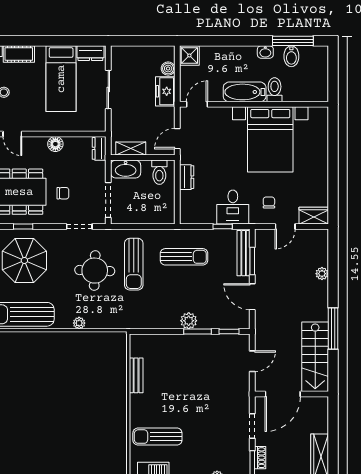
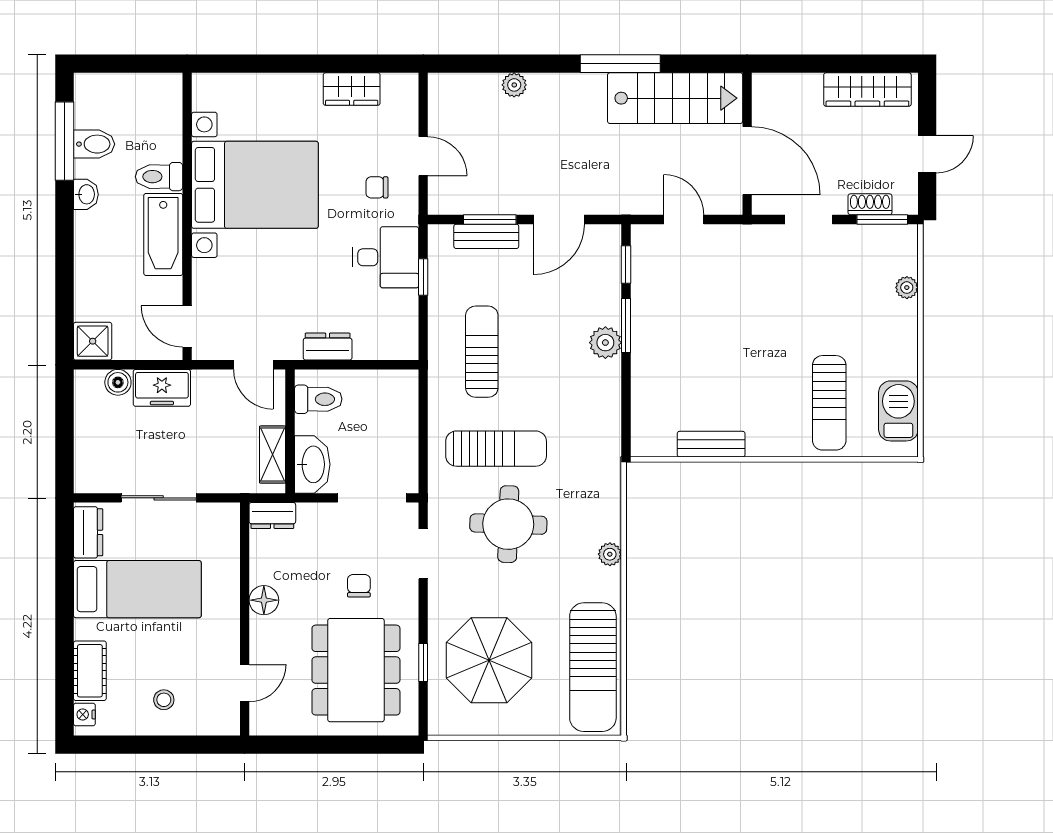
wardrobe: (314, 216) -> (352, 89), moved, turned -90
bench: (244, 253) -> (486, 236), width x0.73

